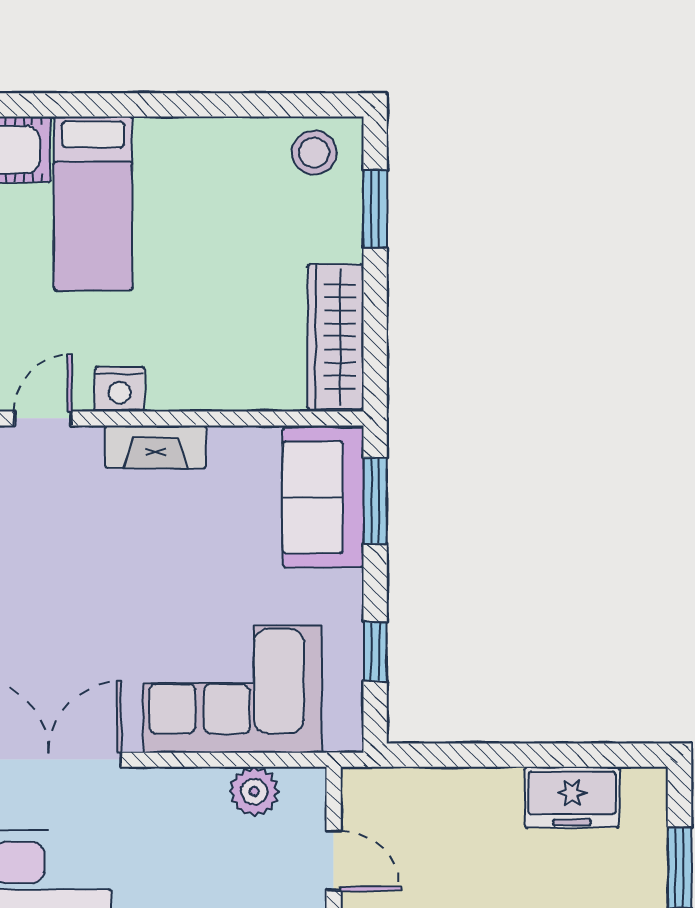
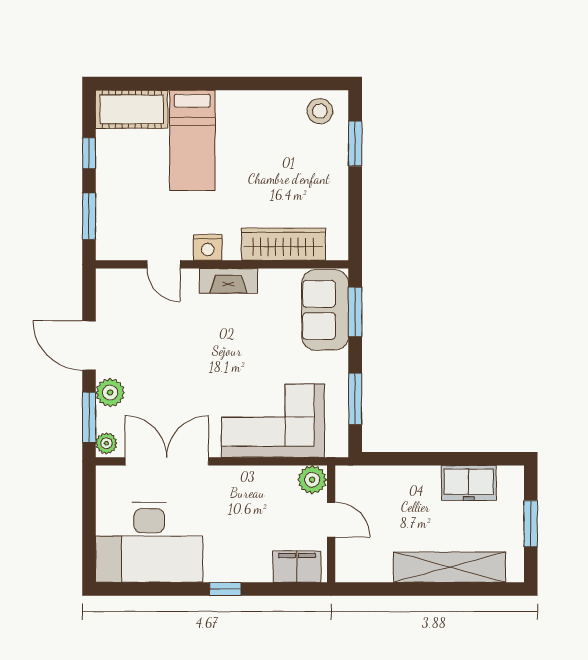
wardrobe: (335, 337) -> (283, 244), moved, turned 90
door: (43, 418) -> (163, 264), swing flipped
window: (375, 652) -> (355, 399), width x1.50
plant: (254, 792) -> (312, 480), moved

